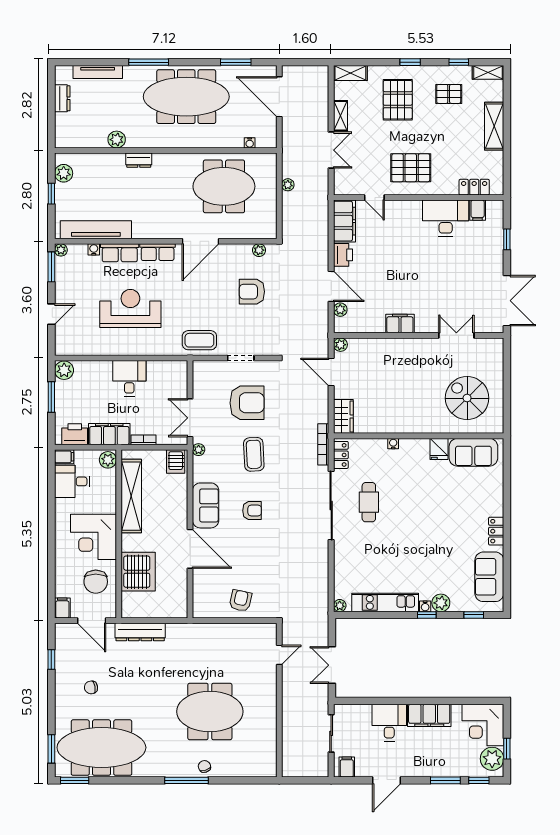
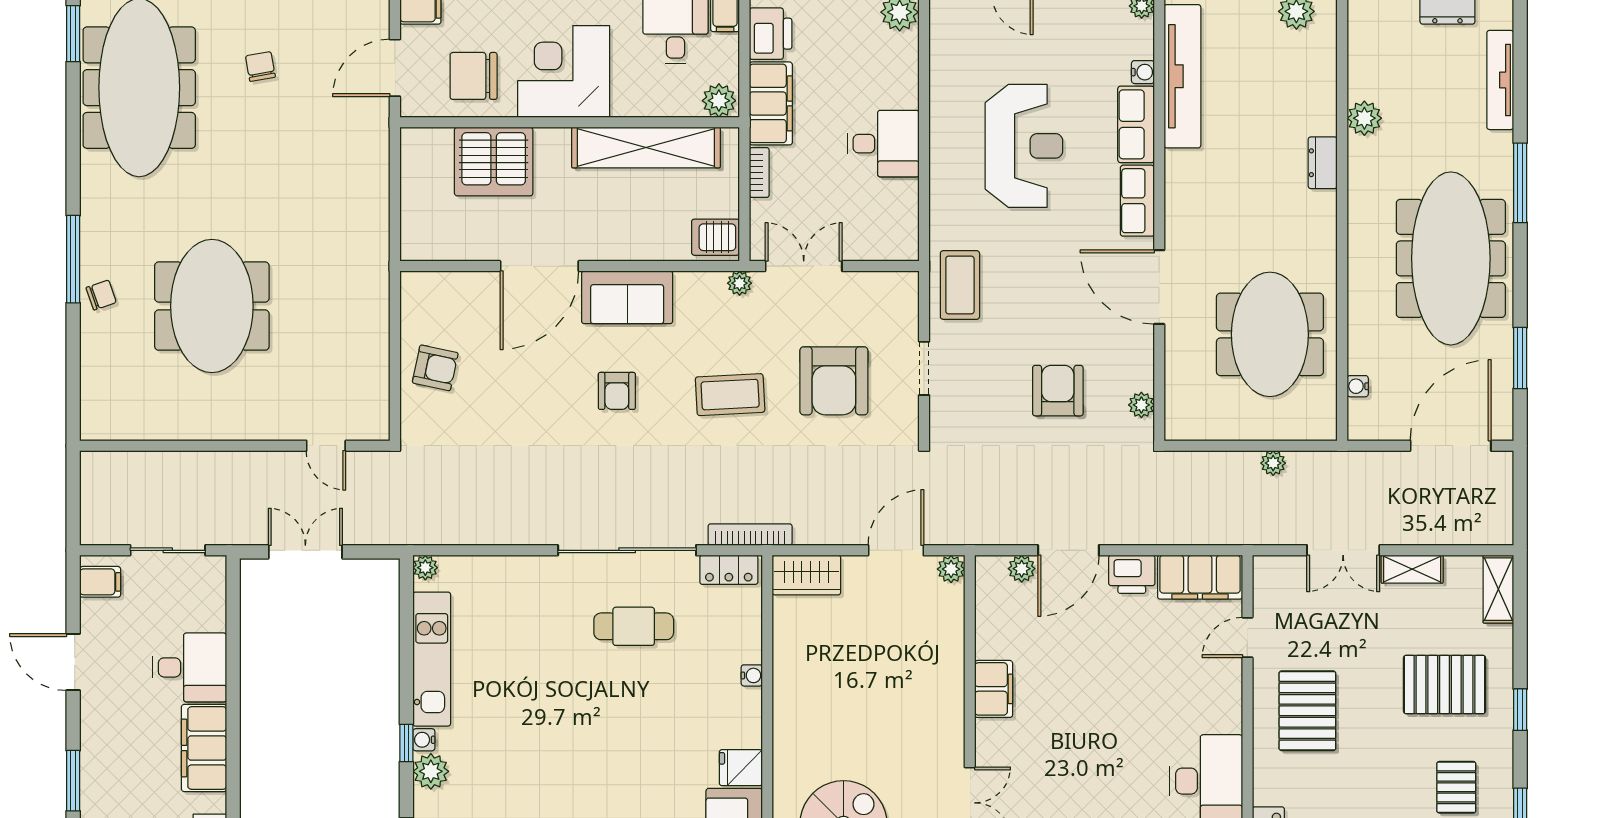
dresser: (140, 632) -> (372, 165), removed

